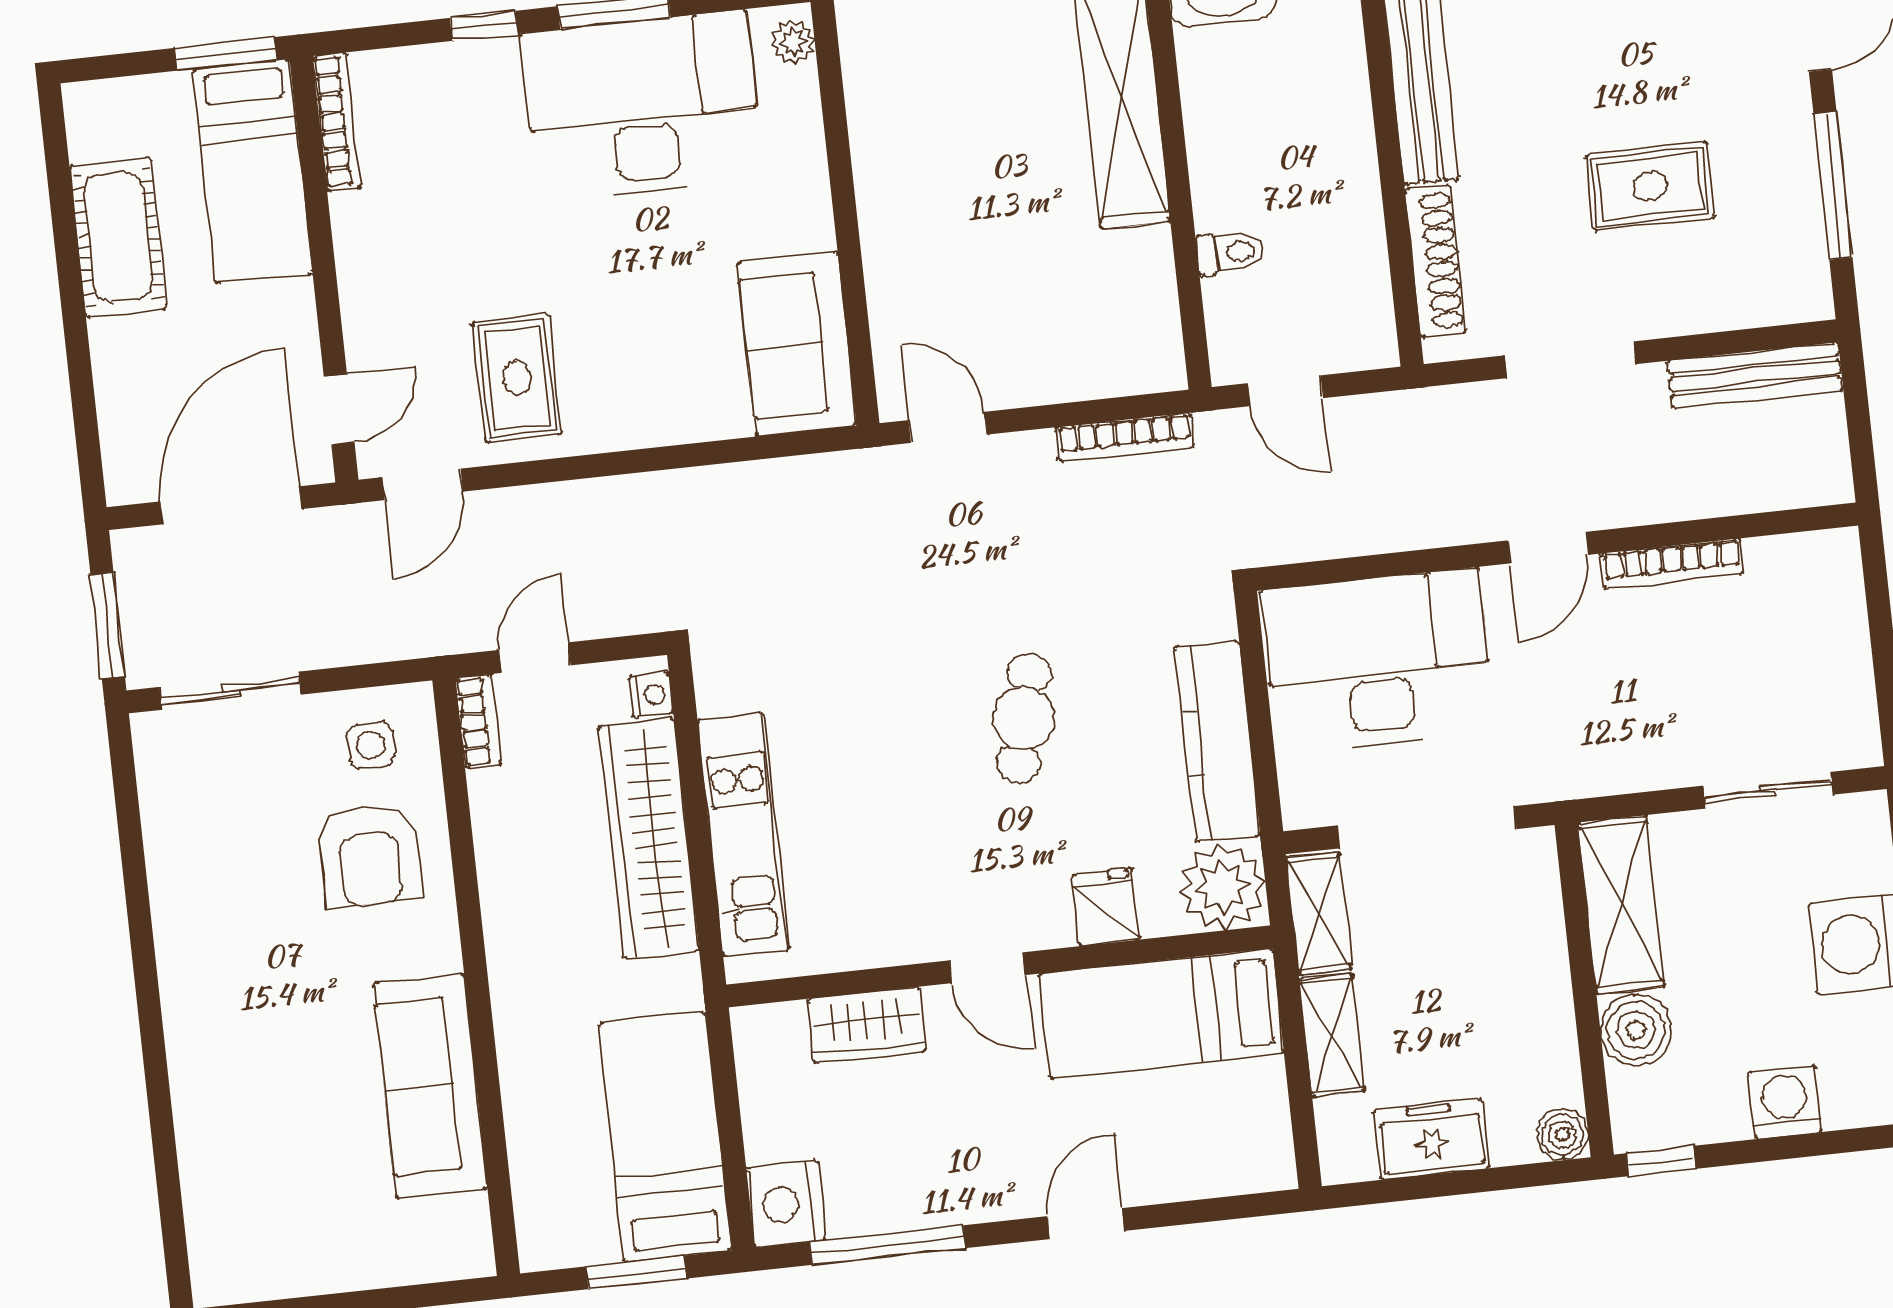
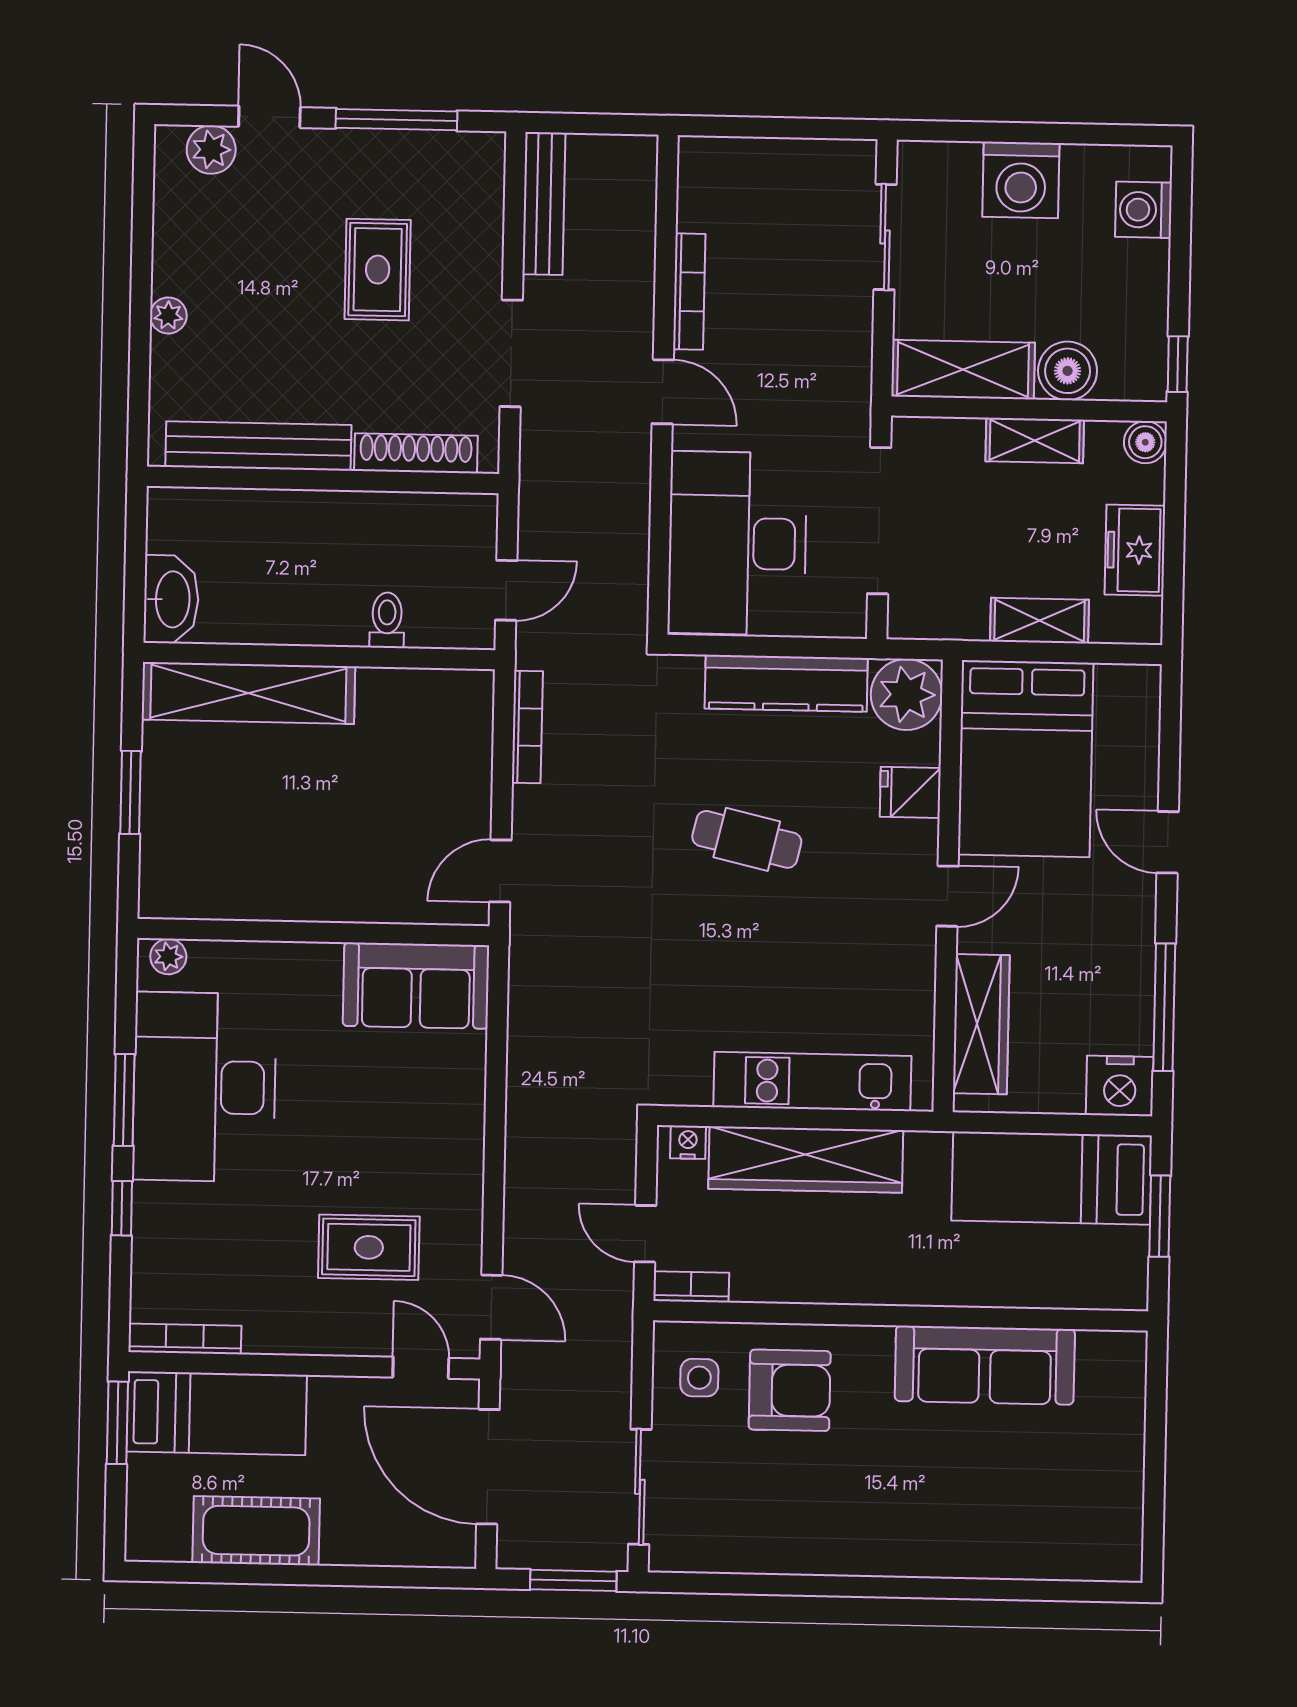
rug: (517, 378) -> (369, 1247), moved
shelving: (1319, 913) -> (1035, 441), moved
bed: (1161, 1014) -> (1026, 759), width x1.50
wardrobe: (867, 1025) -> (981, 1024), width x1.50
washing machine: (1785, 1102) -> (1144, 210), moved

